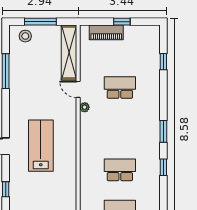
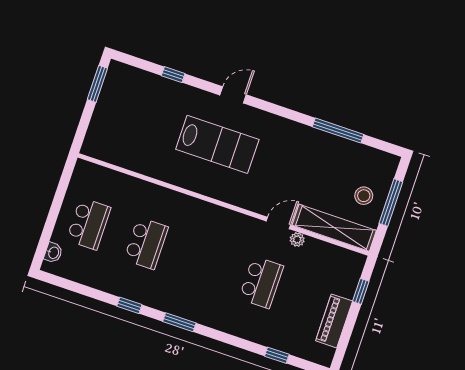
window: (122, 22) -> (361, 291), moved
piano: (106, 32) -> (334, 321), moved
stool: (25, 36) -> (364, 196), moved
plant: (85, 107) -> (297, 240), moved

